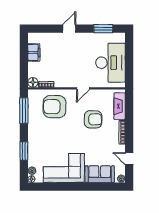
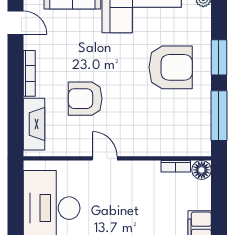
door: (83, 88) -> (105, 158), hinge flipped
armchair: (54, 107) -> (171, 67), moved
window: (24, 151) -> (219, 57), moved

